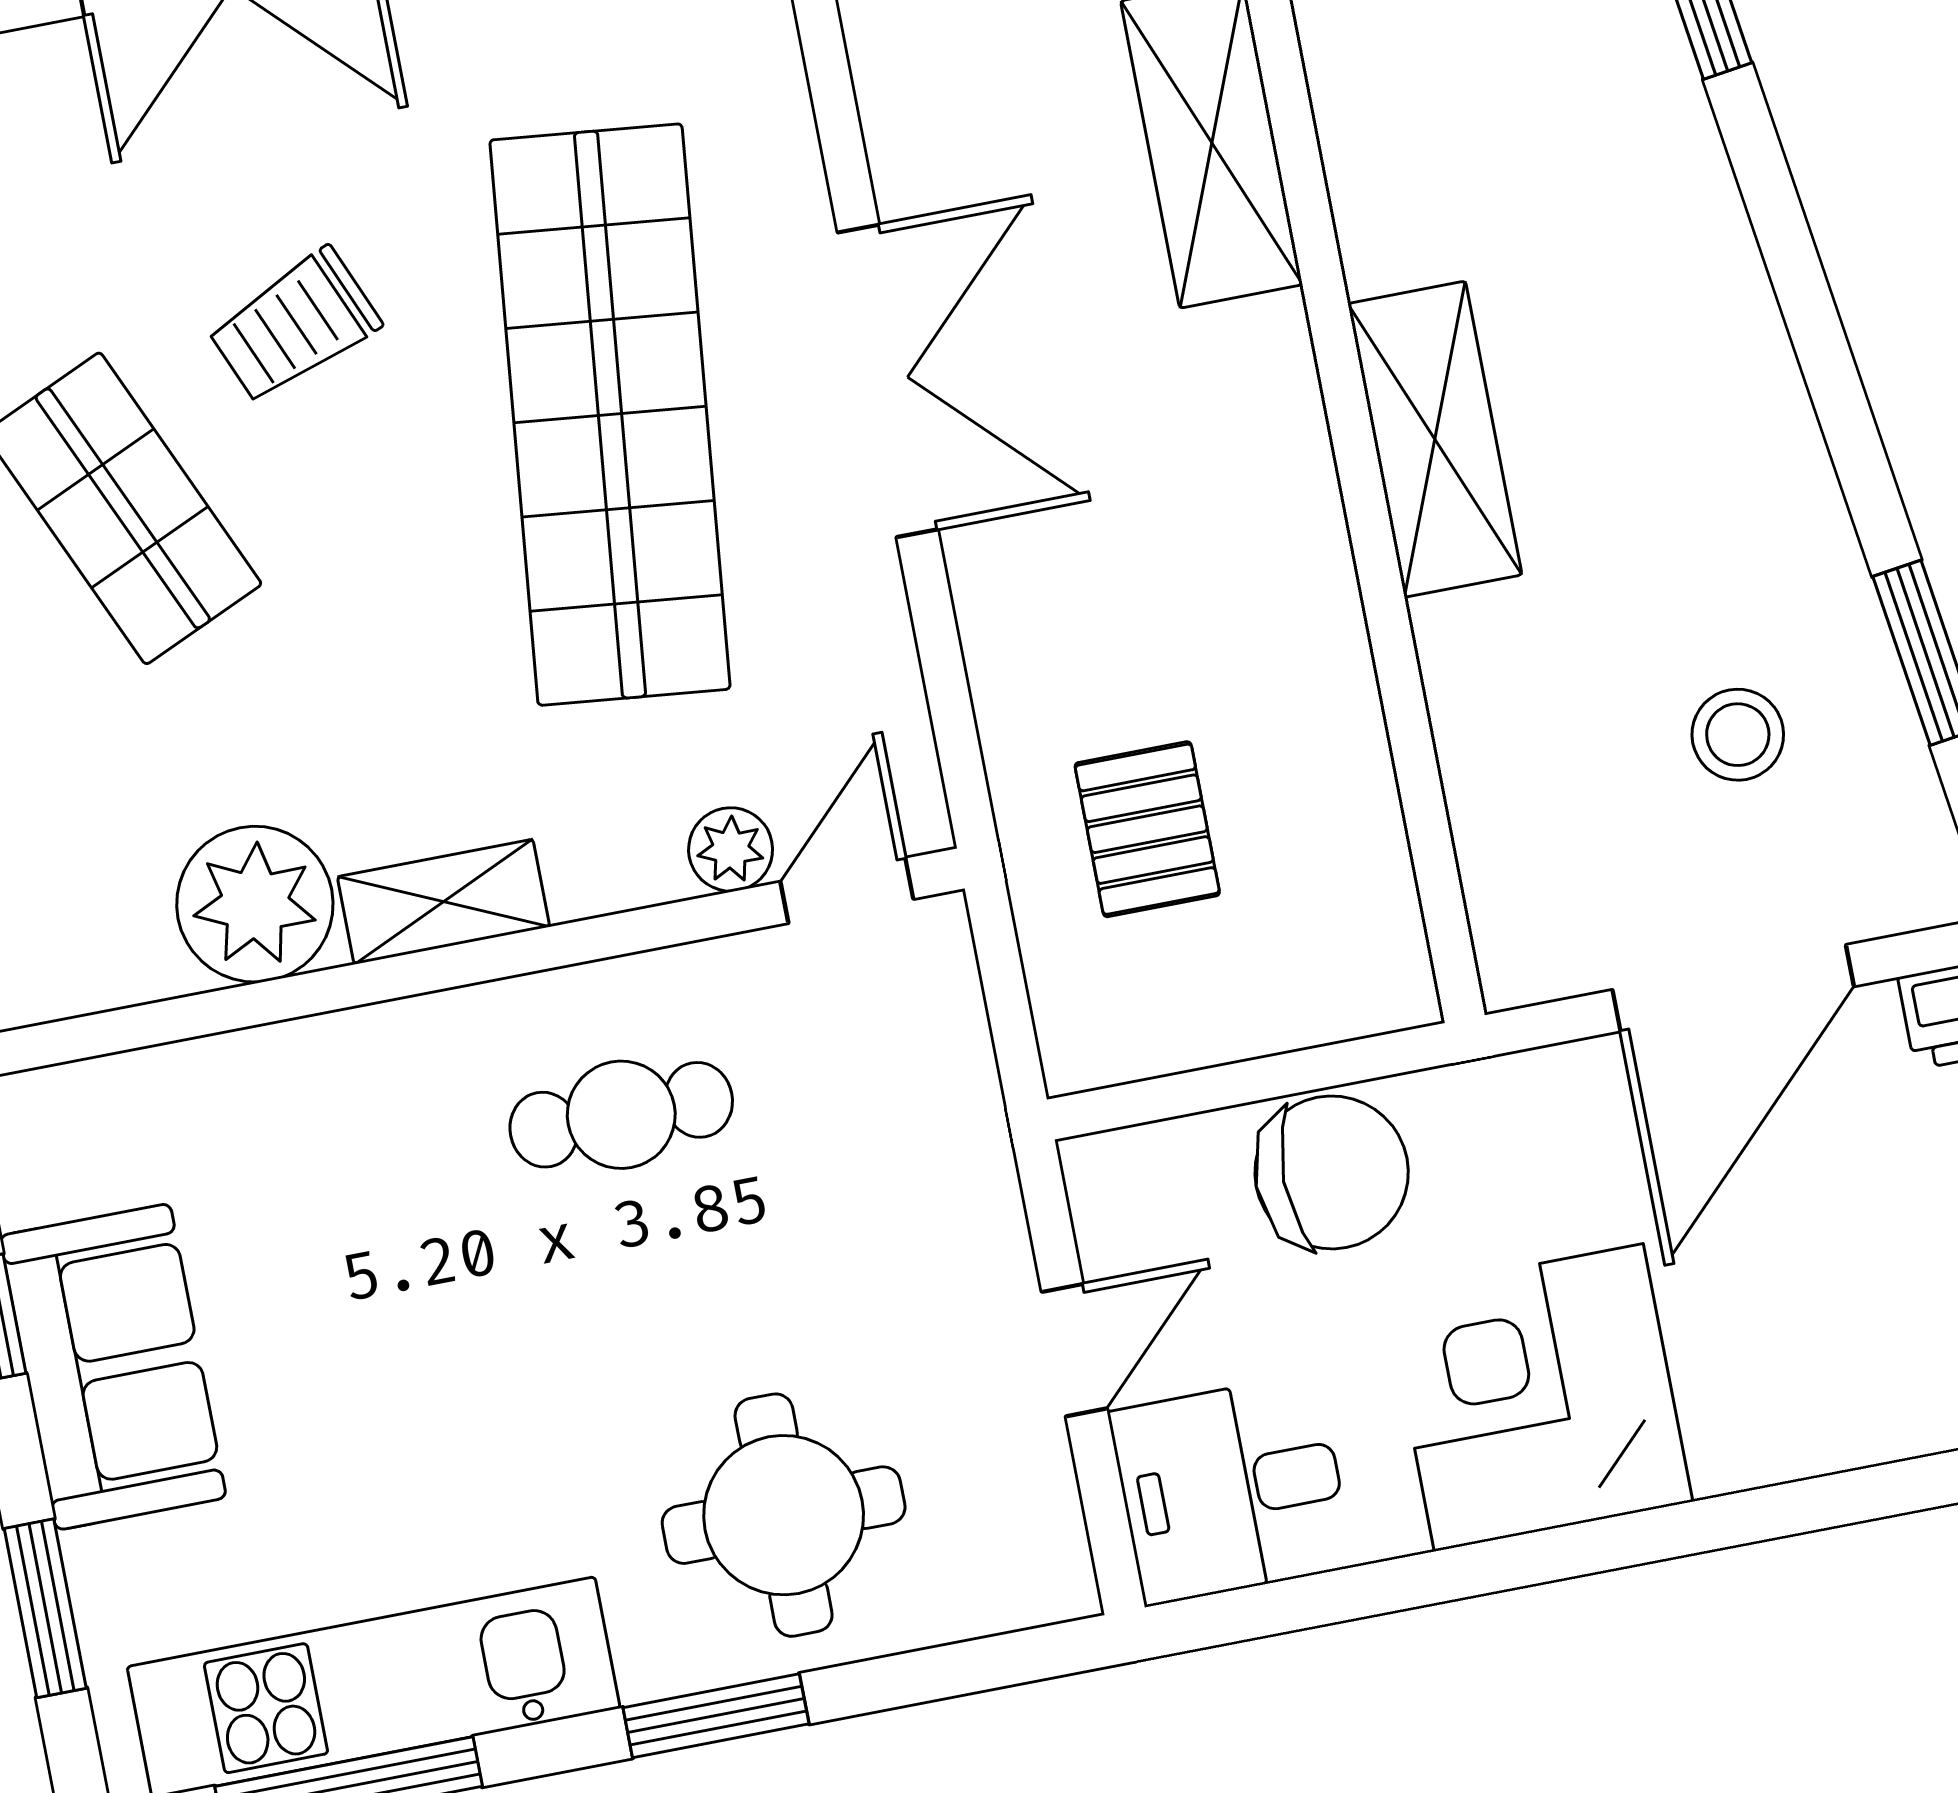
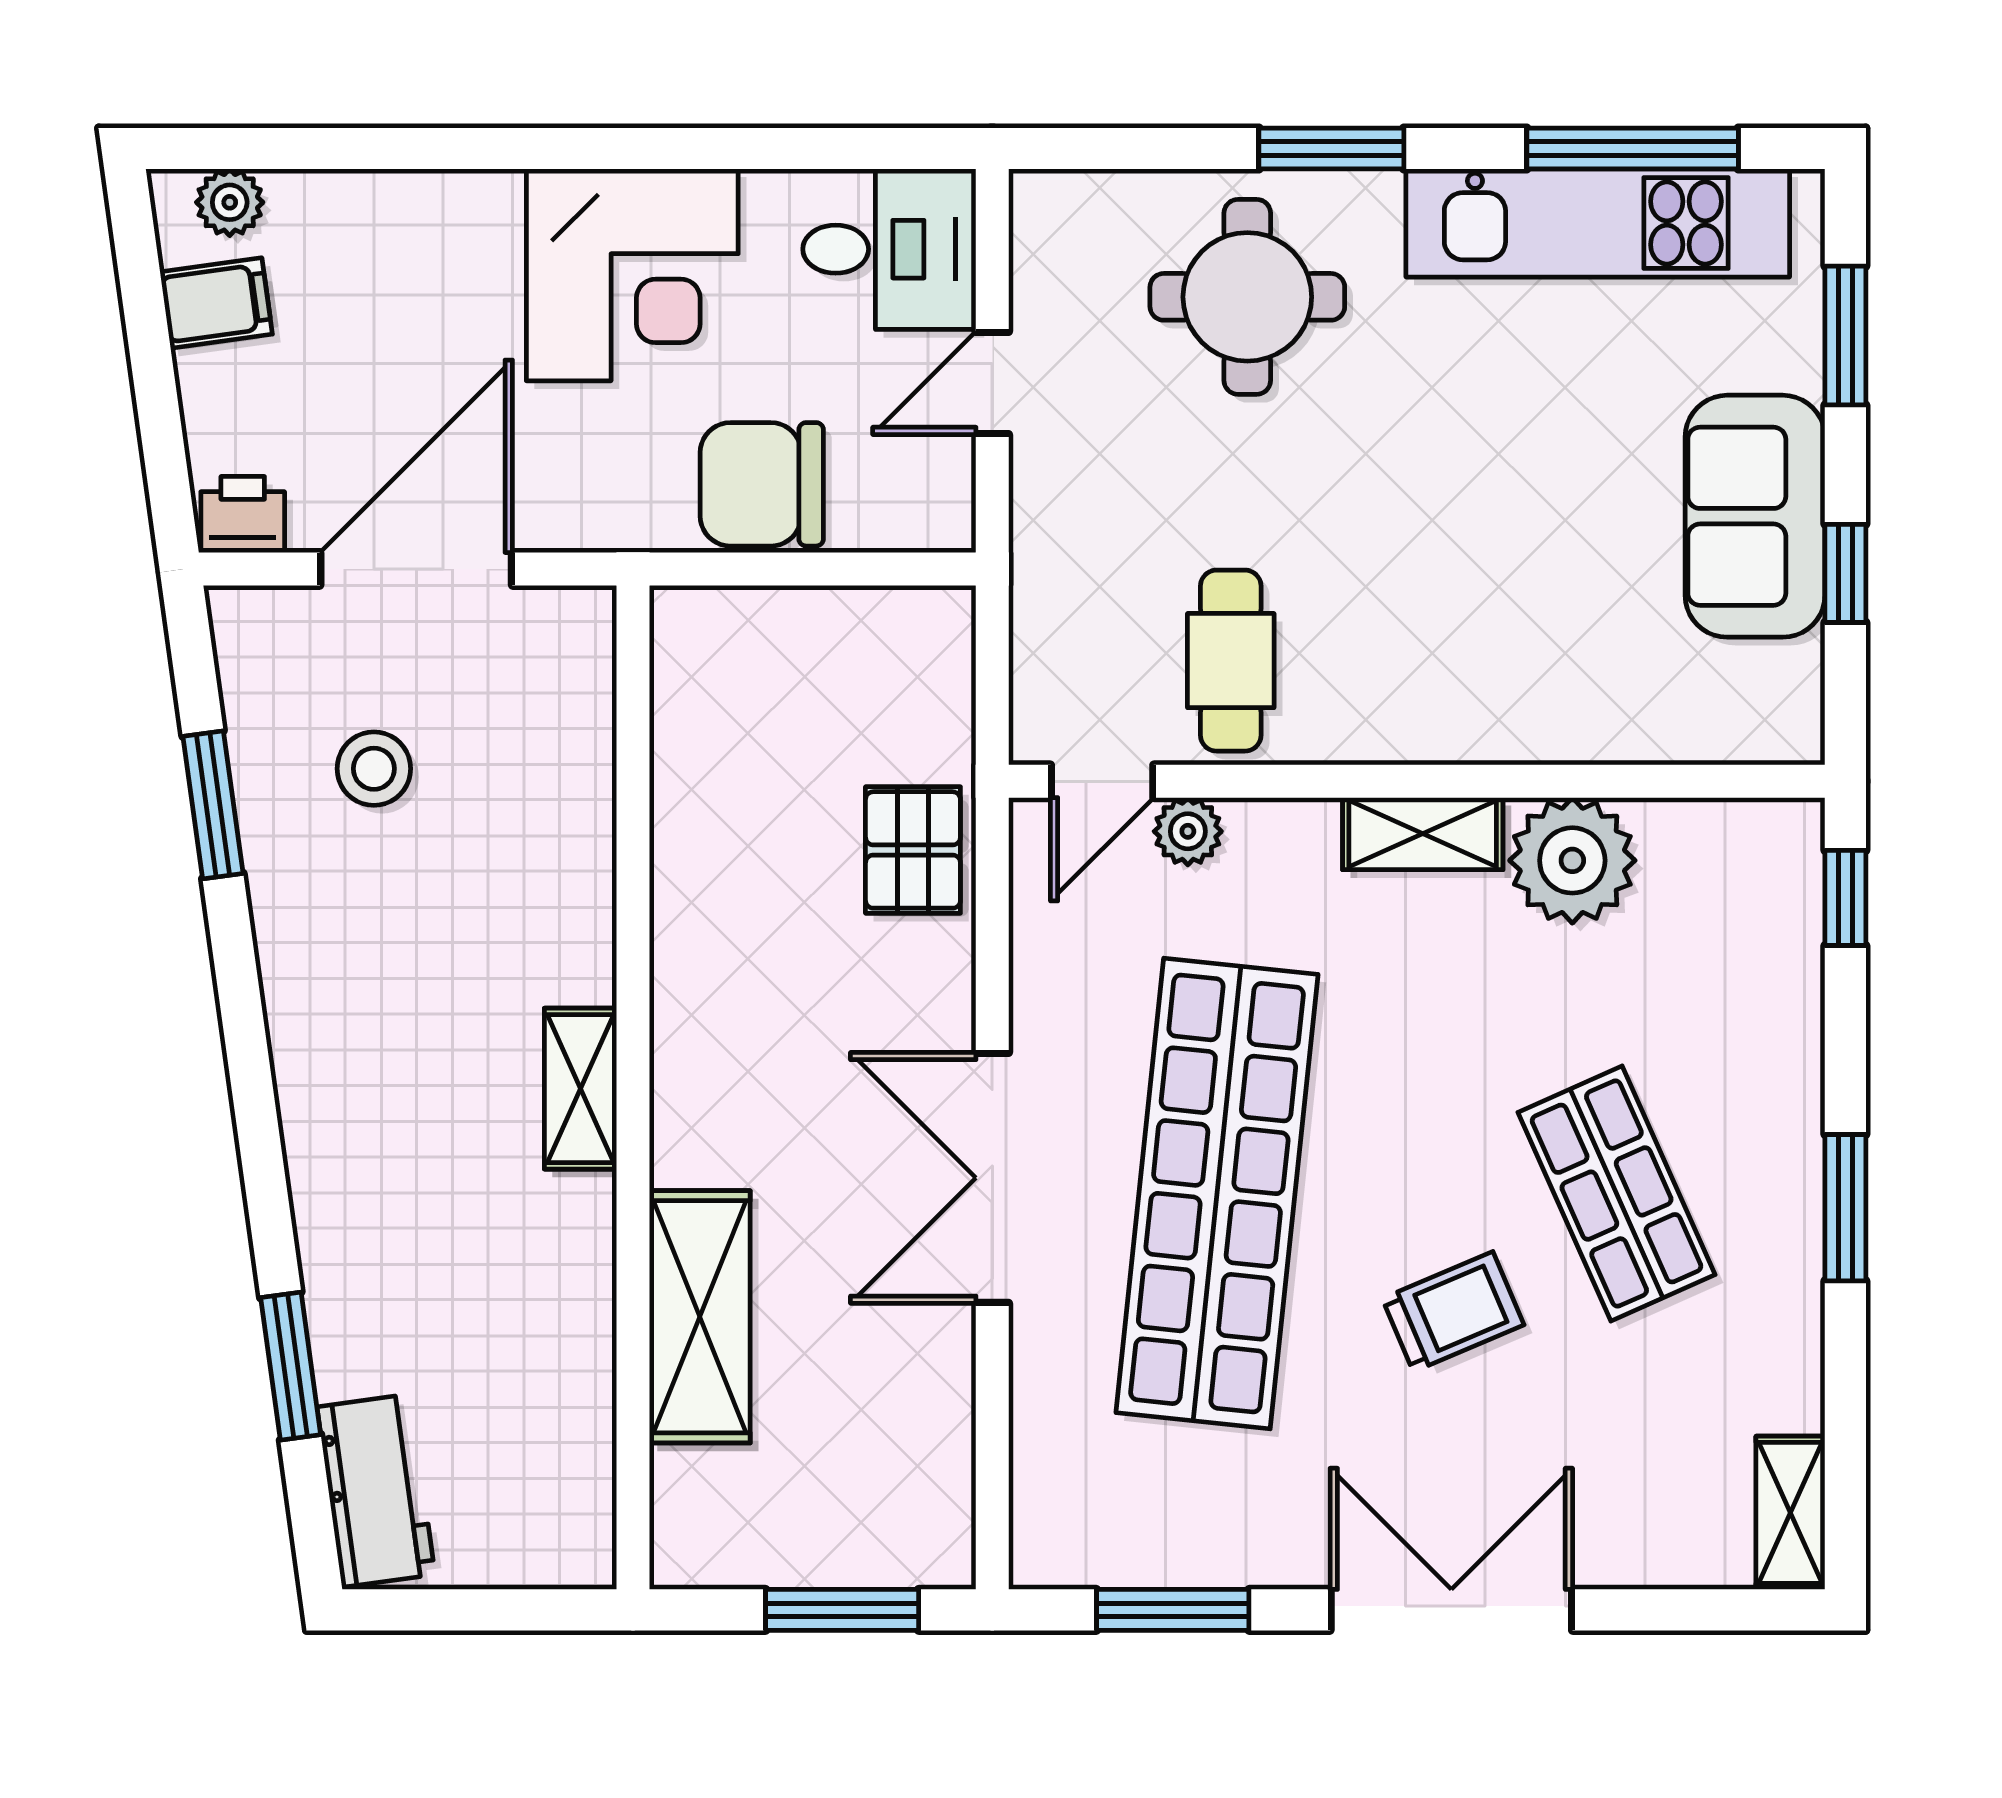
shelving: (1435, 439) -> (580, 1089), width x0.67, depth x0.75
pallet: (1147, 829) -> (913, 850), moved
cafe table: (621, 1115) -> (1231, 661), moved, turned 90

